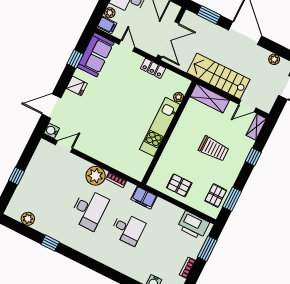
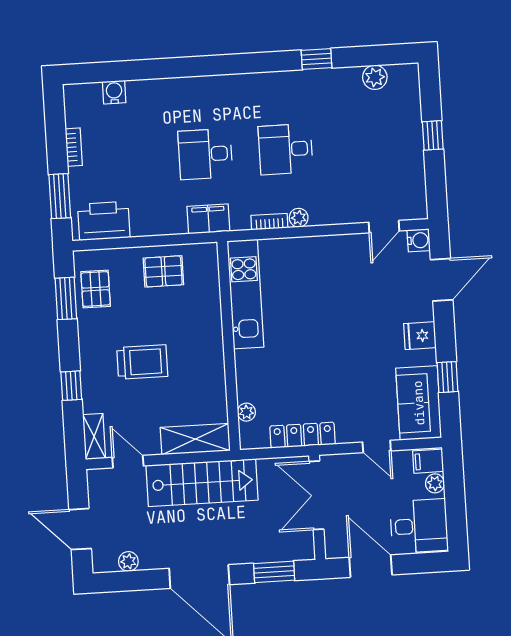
locker: (153, 68) -> (302, 435), width x1.53
door: (247, 106) -> (128, 462), hinge flipped
kitchen unit: (160, 127) -> (245, 294), moved
trolley: (214, 149) -> (142, 362), turned 180
plant: (96, 176) -> (299, 218), width x0.53, depth x0.53
desk: (89, 209) -> (285, 149), width x0.73

